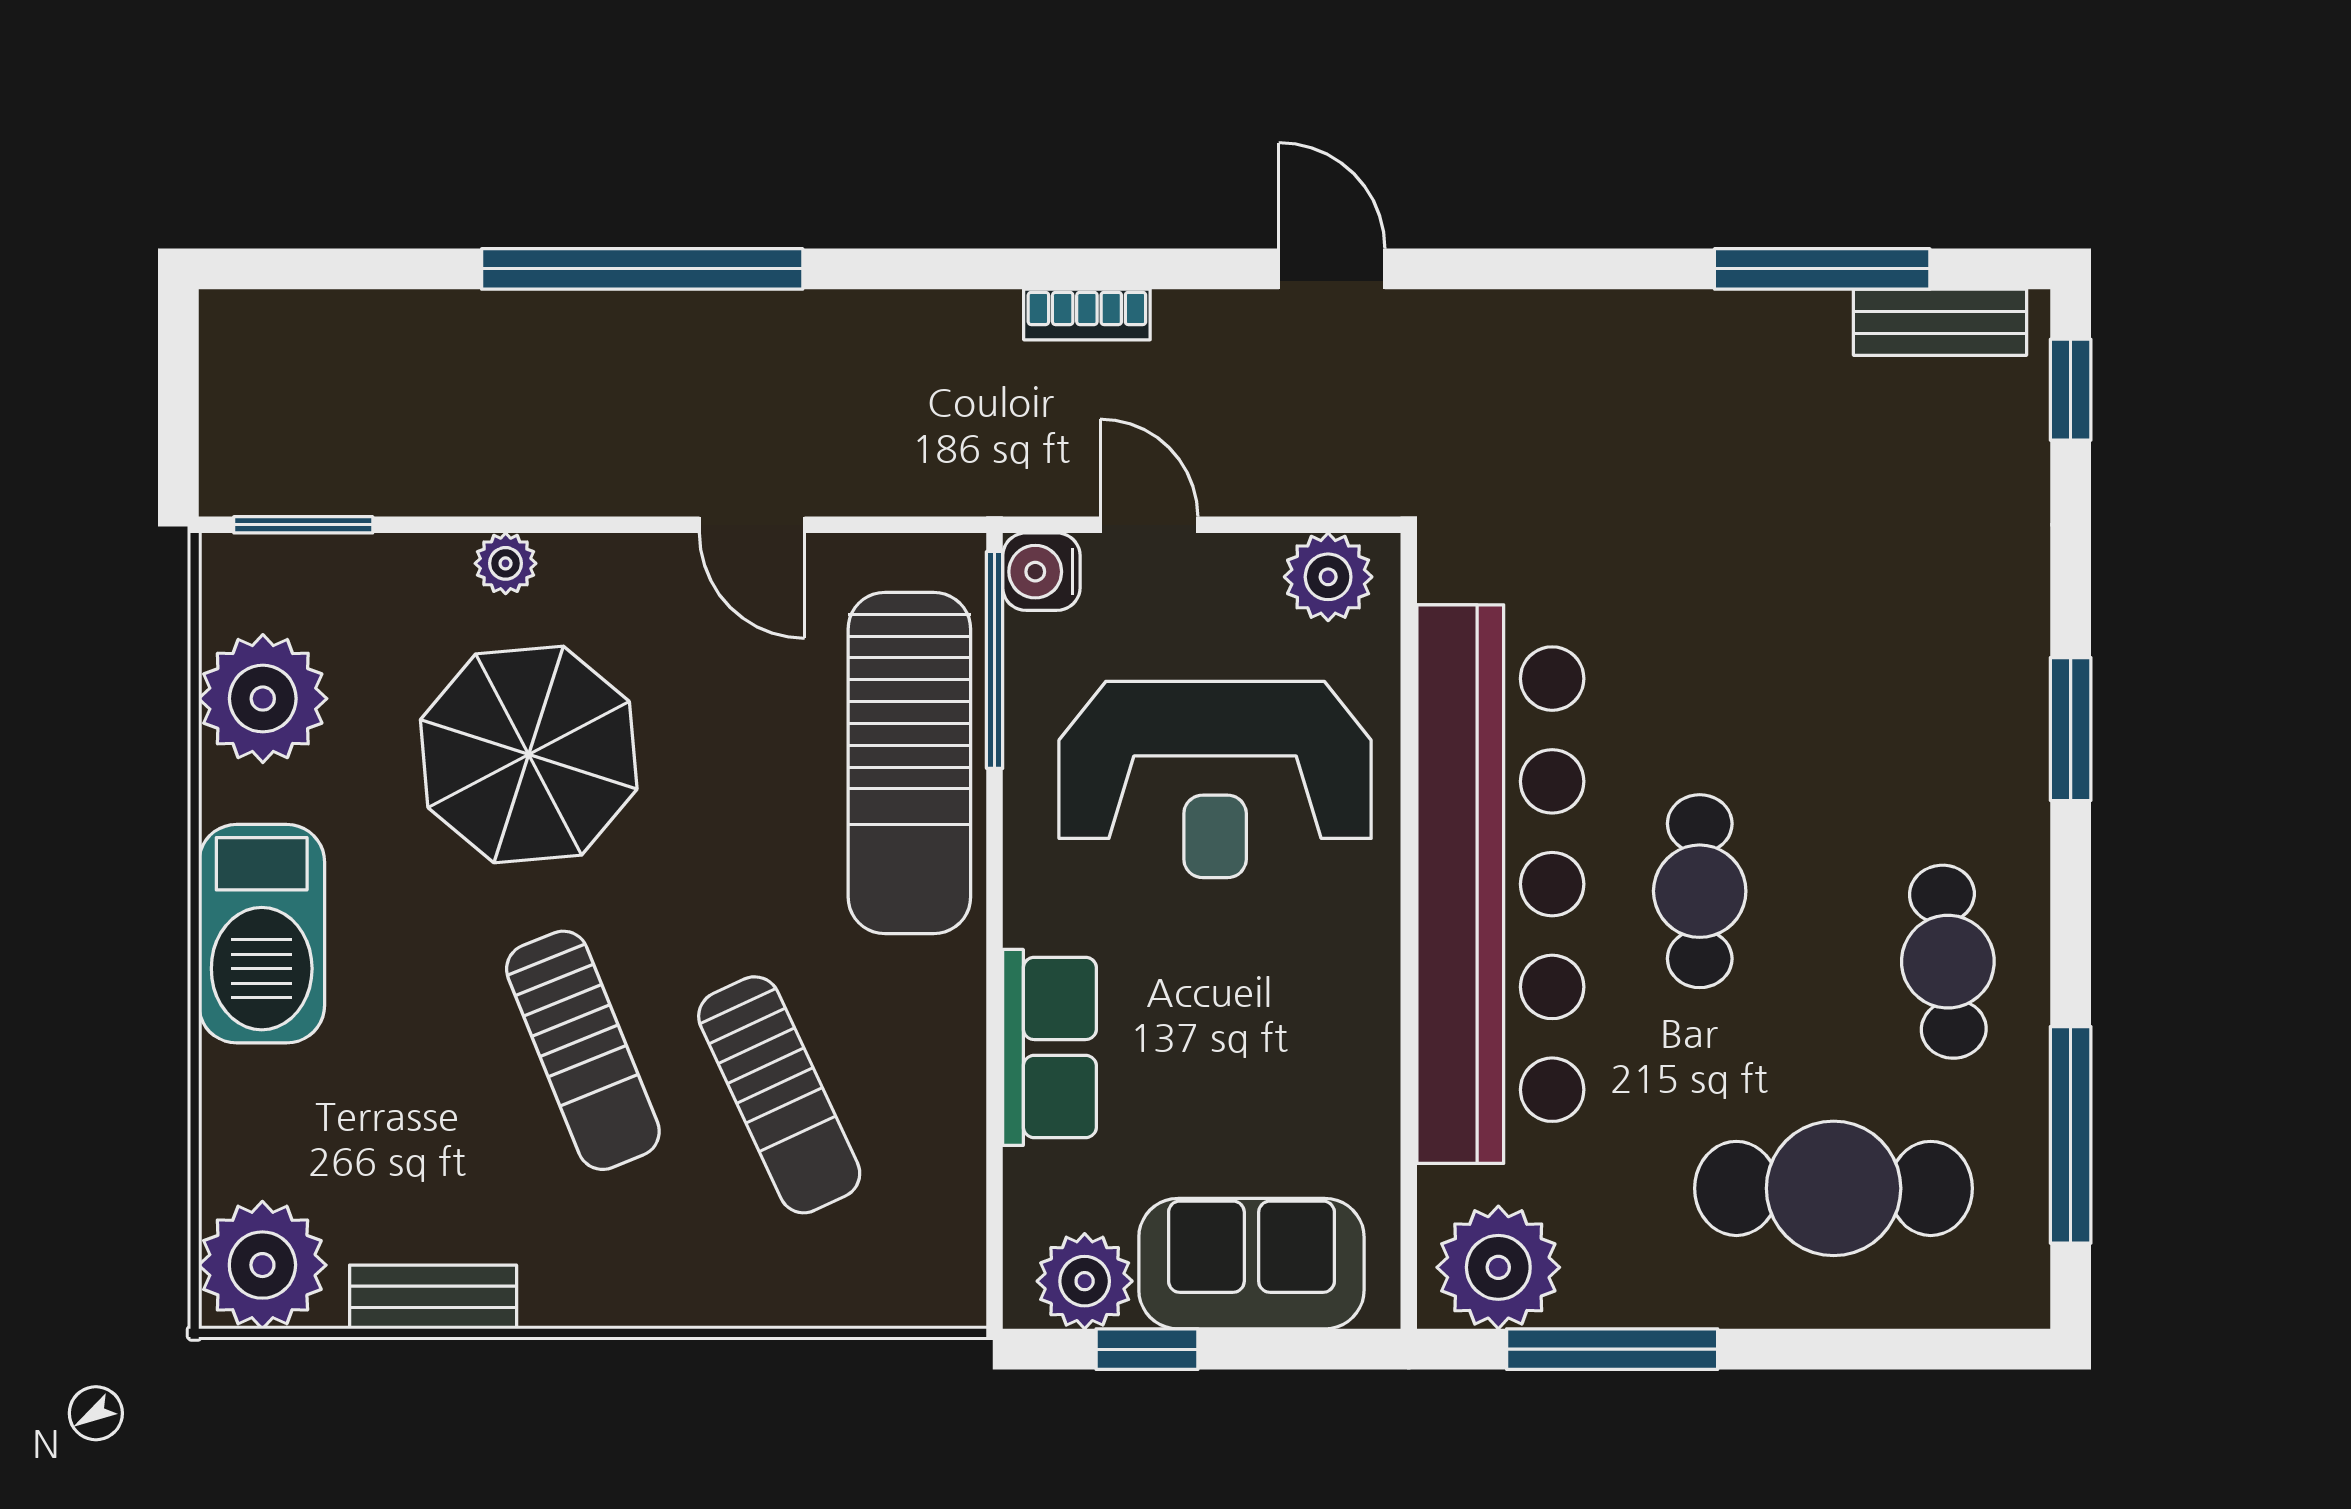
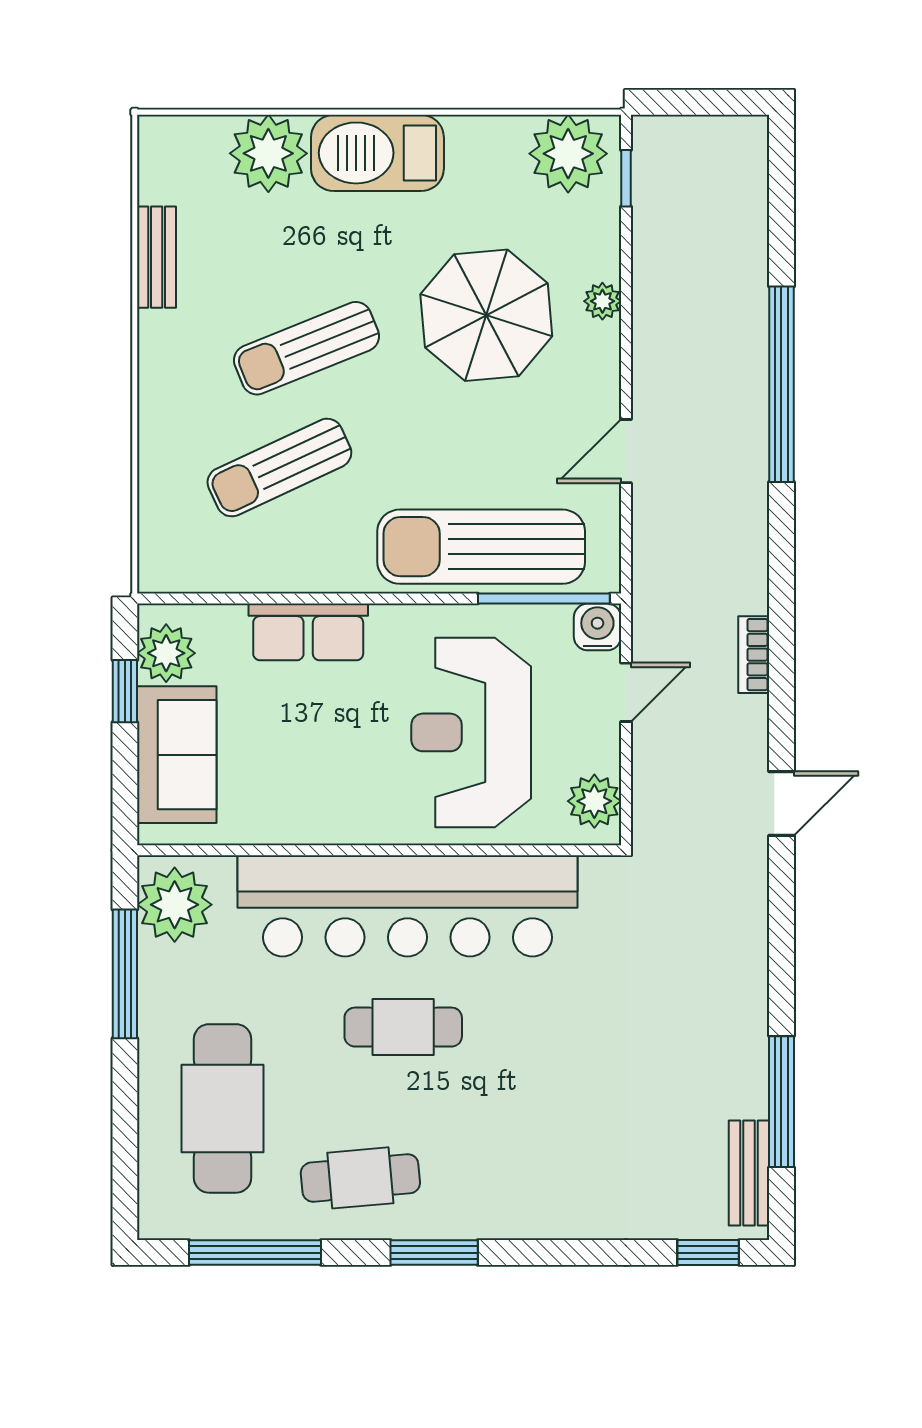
window: (303, 525) -> (626, 178), width x0.67
plant: (263, 699) -> (568, 154), moved
window: (2071, 729) -> (434, 1253), moved
plant: (262, 1265) -> (268, 153), moved

